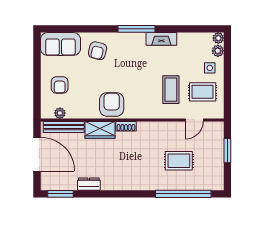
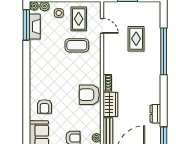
window: (137, 29) -> (26, 25), moved
fireplace: (161, 39) -> (35, 27), moved
armchair: (98, 51) -> (44, 106), turned 76
window: (183, 194) -> (164, 51), moved

